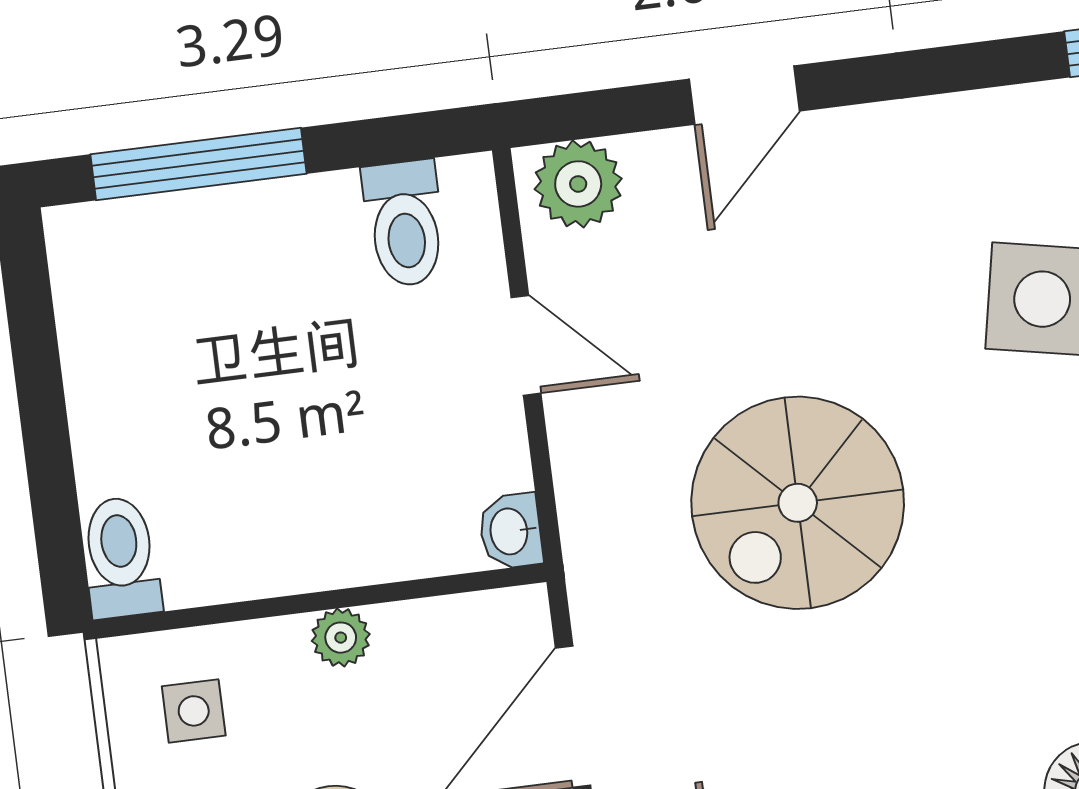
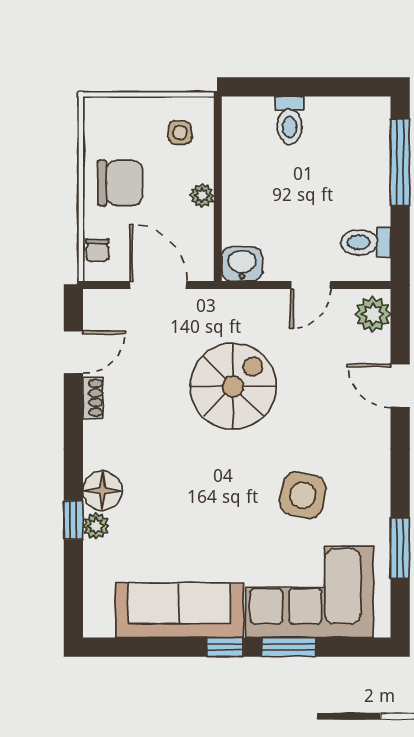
spiral stairs: (798, 503) -> (233, 386), turned 90
washbasin: (511, 531) -> (242, 264), width x1.38, depth x1.45
toilet: (121, 557) -> (290, 120), moved, turned 90

